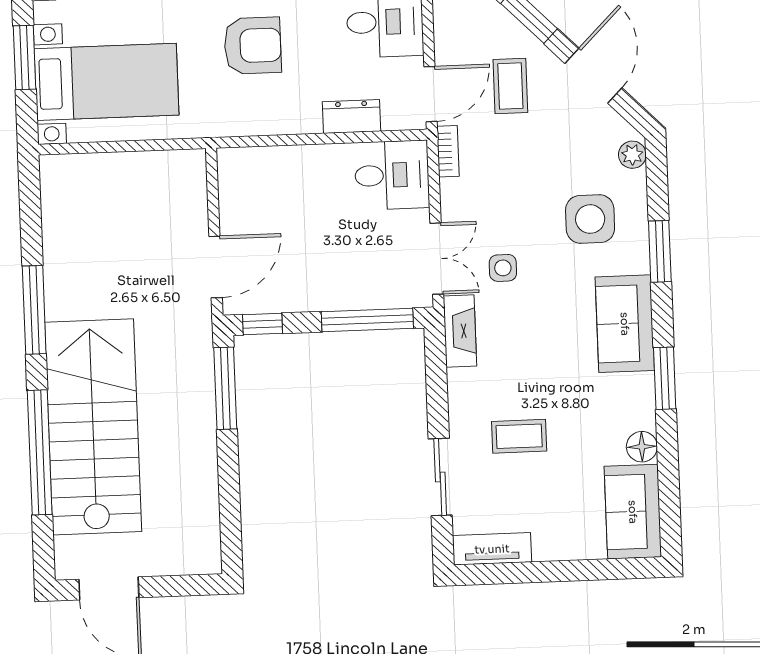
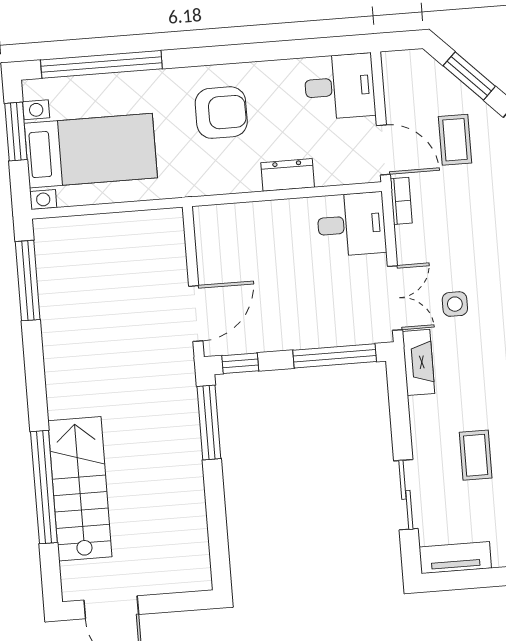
door: (431, 94) -> (383, 150), hinge flipped
dresser: (352, 116) -> (288, 175), moved
window: (34, 310) -> (28, 281), moved
stairs: (93, 427) -> (80, 489), width x0.73, depth x0.66
coffee table: (519, 436) -> (476, 455), turned 90

